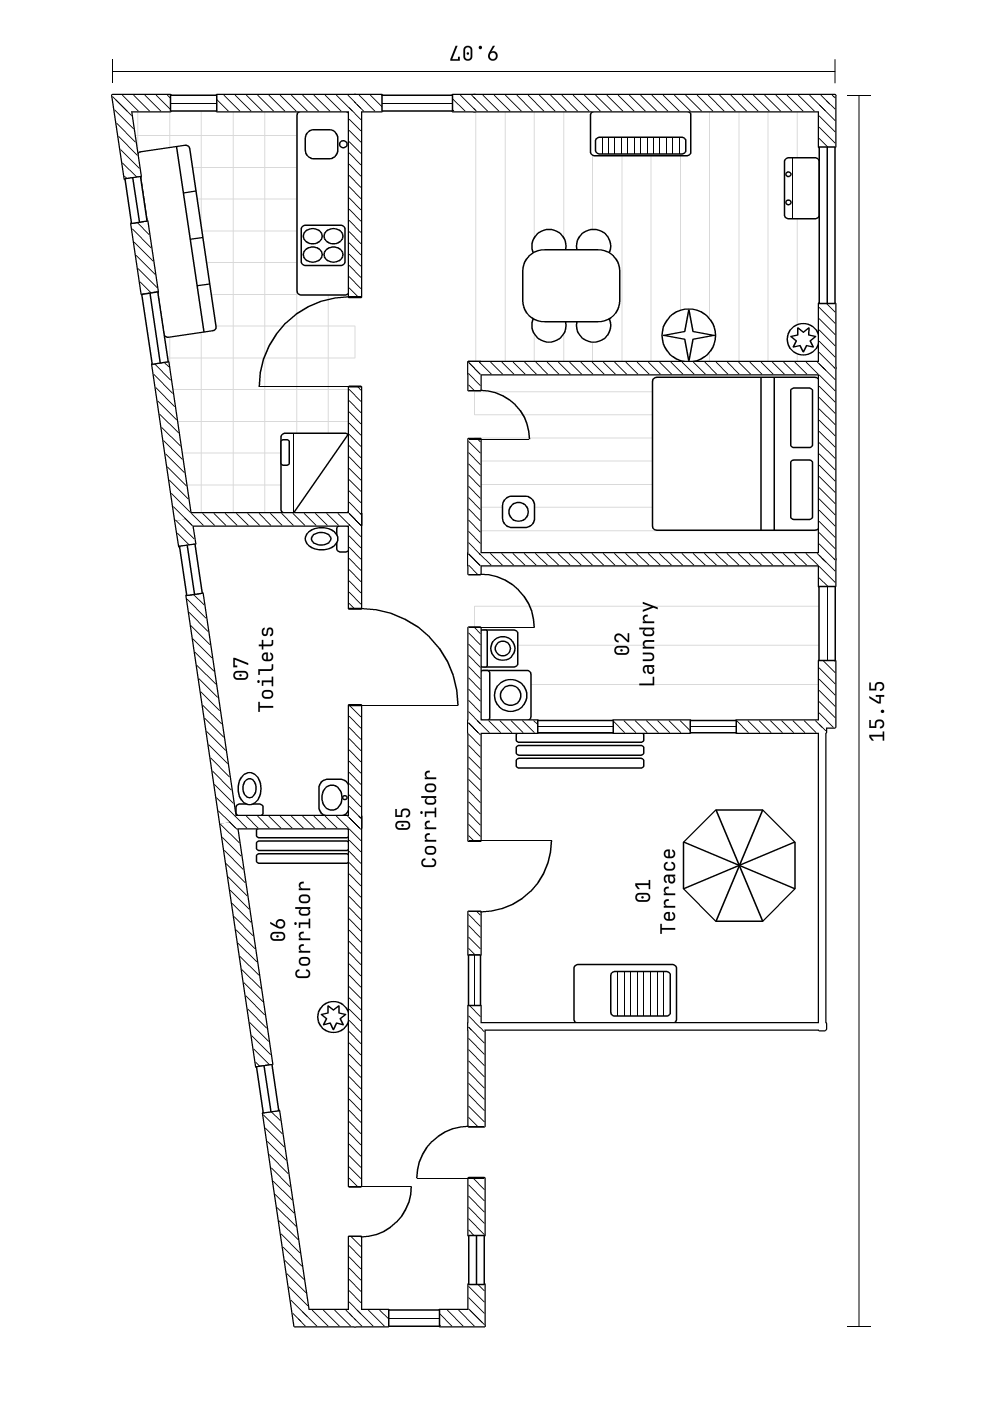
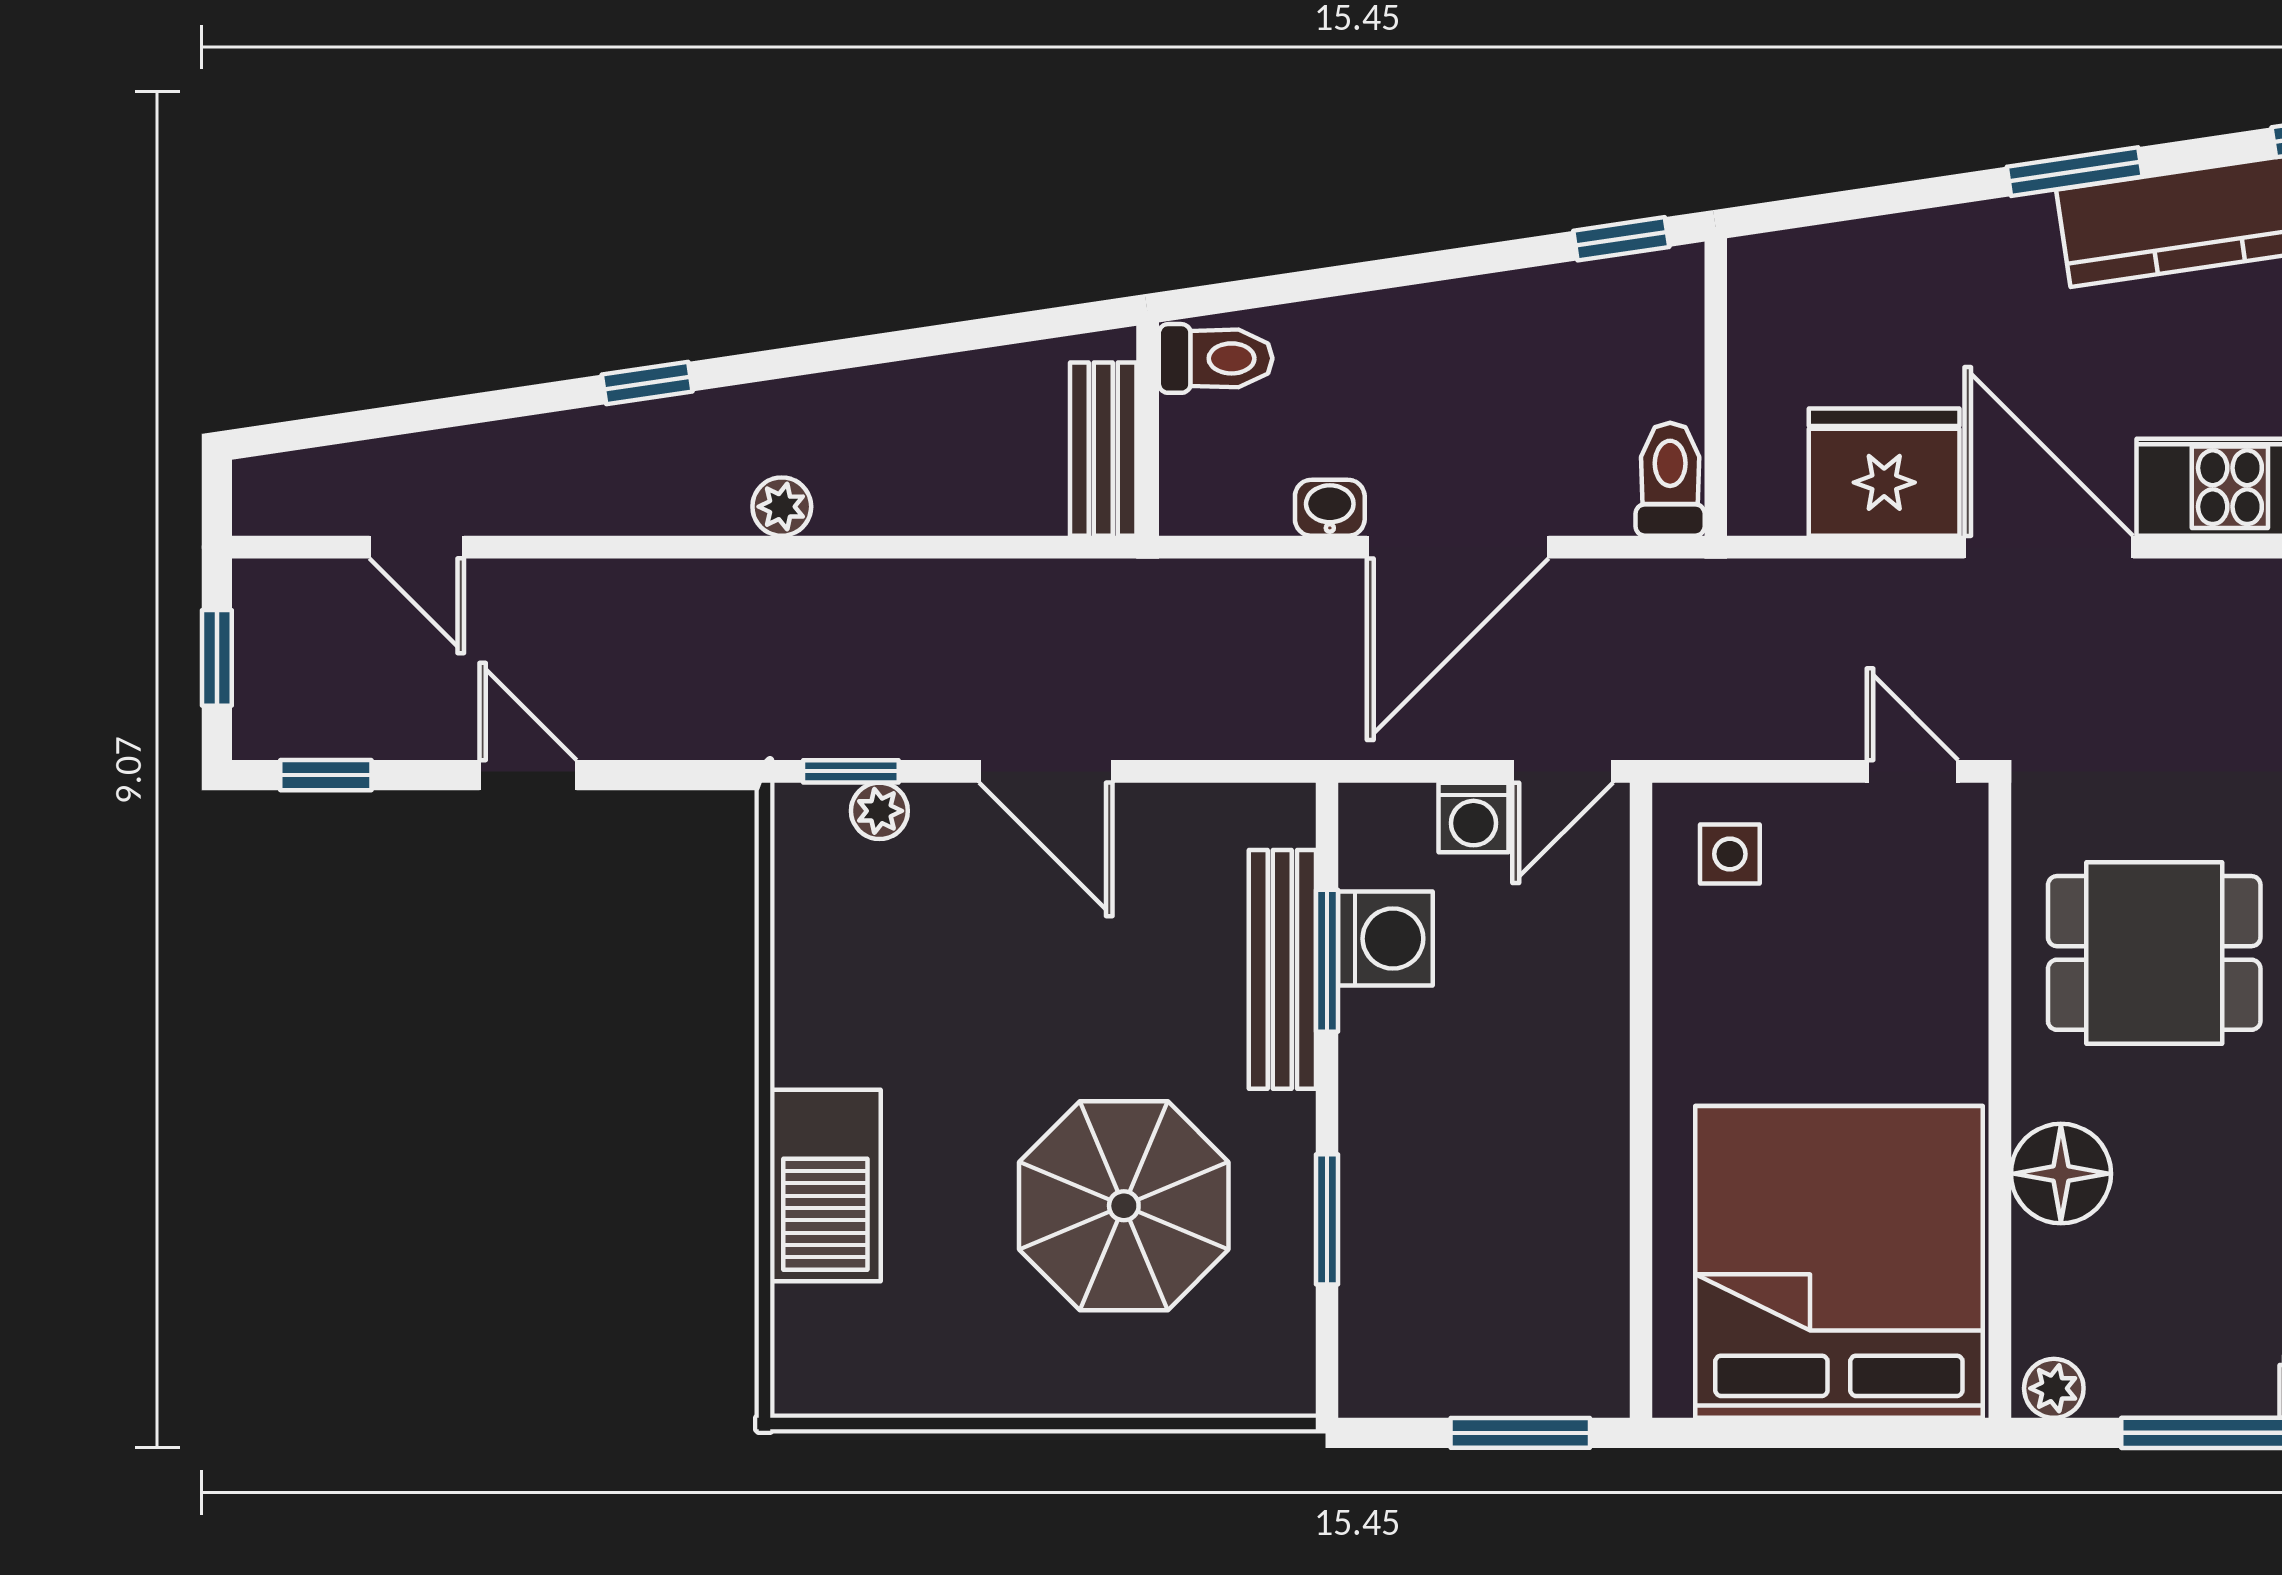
door: (475, 415) -> (1912, 771), swing flipped
fridge: (315, 473) -> (1884, 472), moved
toilet: (327, 539) -> (1670, 479), width x1.37, depth x1.39
washing machine: (506, 695) -> (1385, 939), moved, turned -90
window: (713, 727) -> (1327, 1219), width x1.50
toilet: (250, 794) -> (1216, 358), width x1.37, depth x1.39
washbasin: (334, 798) -> (1330, 508), moved
parasol: (739, 866) -> (1124, 1206), moved
plant: (496, 965) -> (879, 811), added
barbecue: (625, 994) -> (825, 1185), moved

